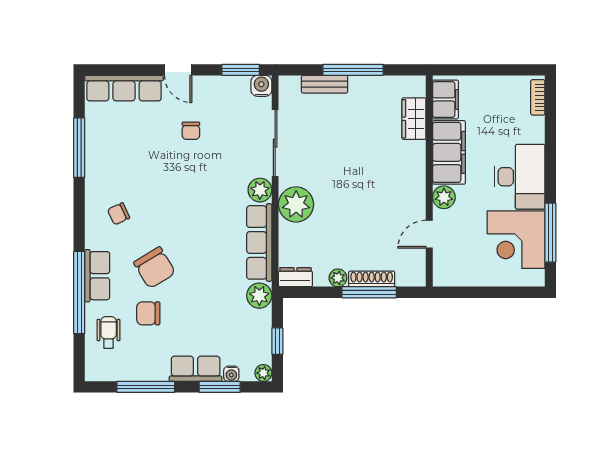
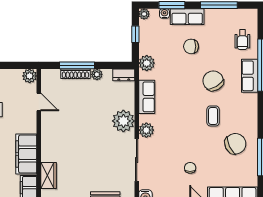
plant: (444, 197) -> (30, 76), moved
coffee table: (155, 212) -> (213, 116), added
chair: (119, 214) -> (235, 144), moved, width x1.87, depth x1.87
door: (429, 234) -> (39, 102), hinge flipped
row of seats: (259, 242) -> (147, 97), width x0.68
chair: (148, 313) -> (191, 46), moved, turned 180

